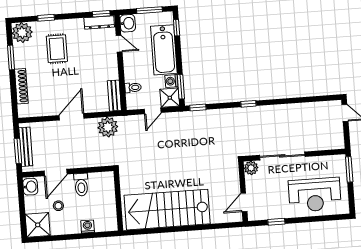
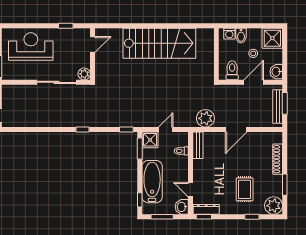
washing machine: (172, 81) -> (147, 154), removed
wall: (118, 201) -> (216, 54), moved
bidet: (74, 225) -> (241, 36), added

